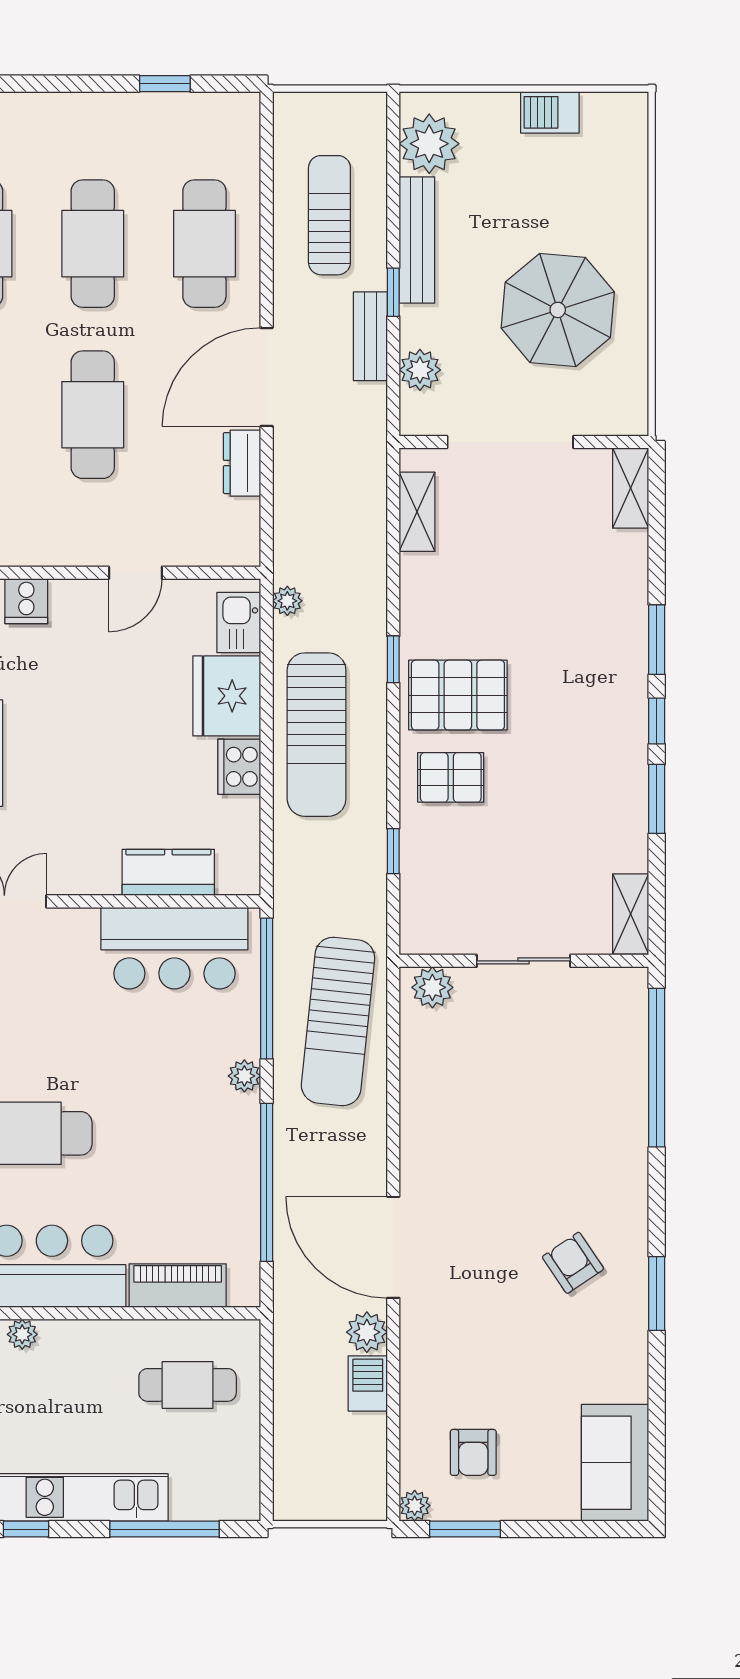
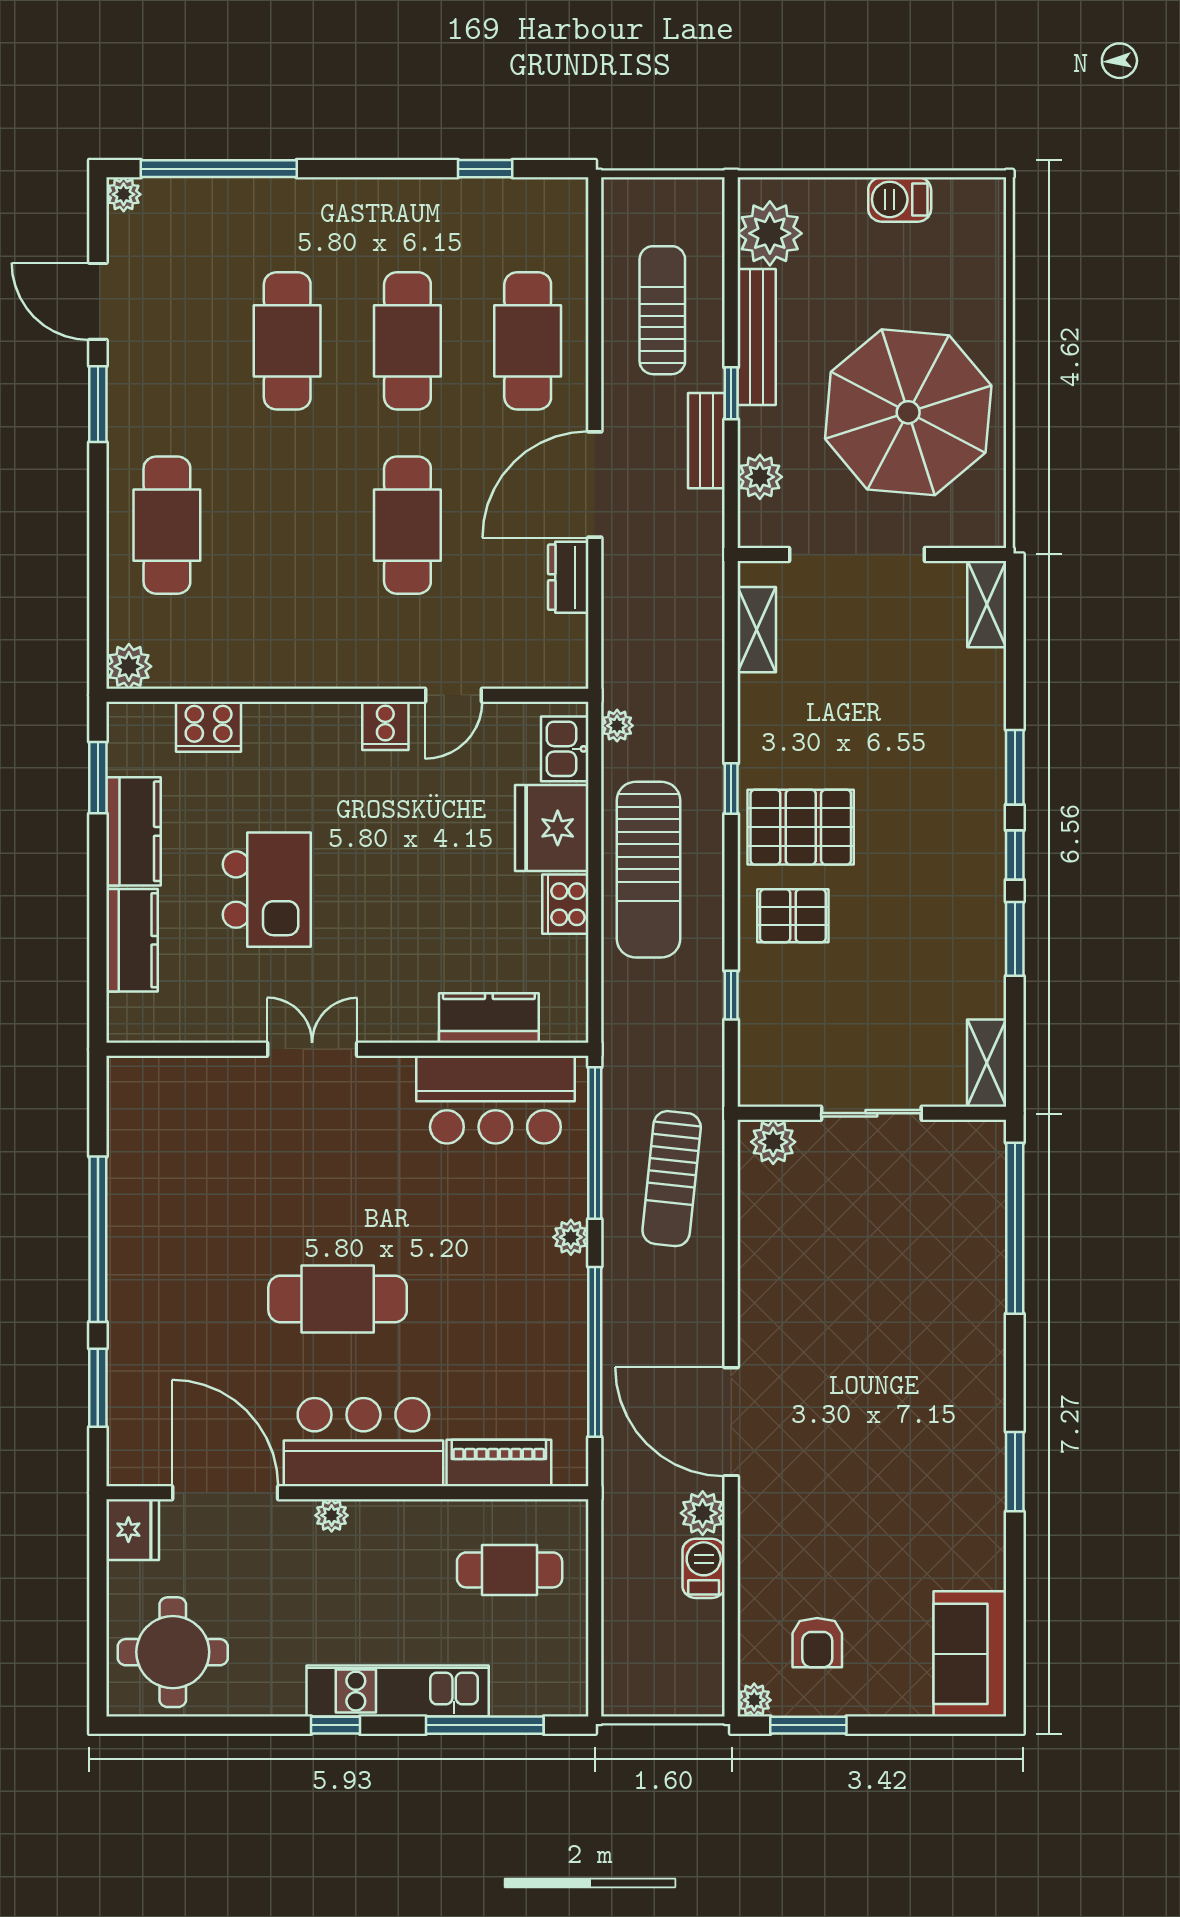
parasol: (558, 310) -> (908, 412), width x1.36, depth x1.36
cooker: (26, 601) -> (385, 726), moved
sun lounger: (338, 1021) -> (672, 1179), width x0.73, depth x0.75
armchair: (573, 1263) -> (925, 1438), removed

